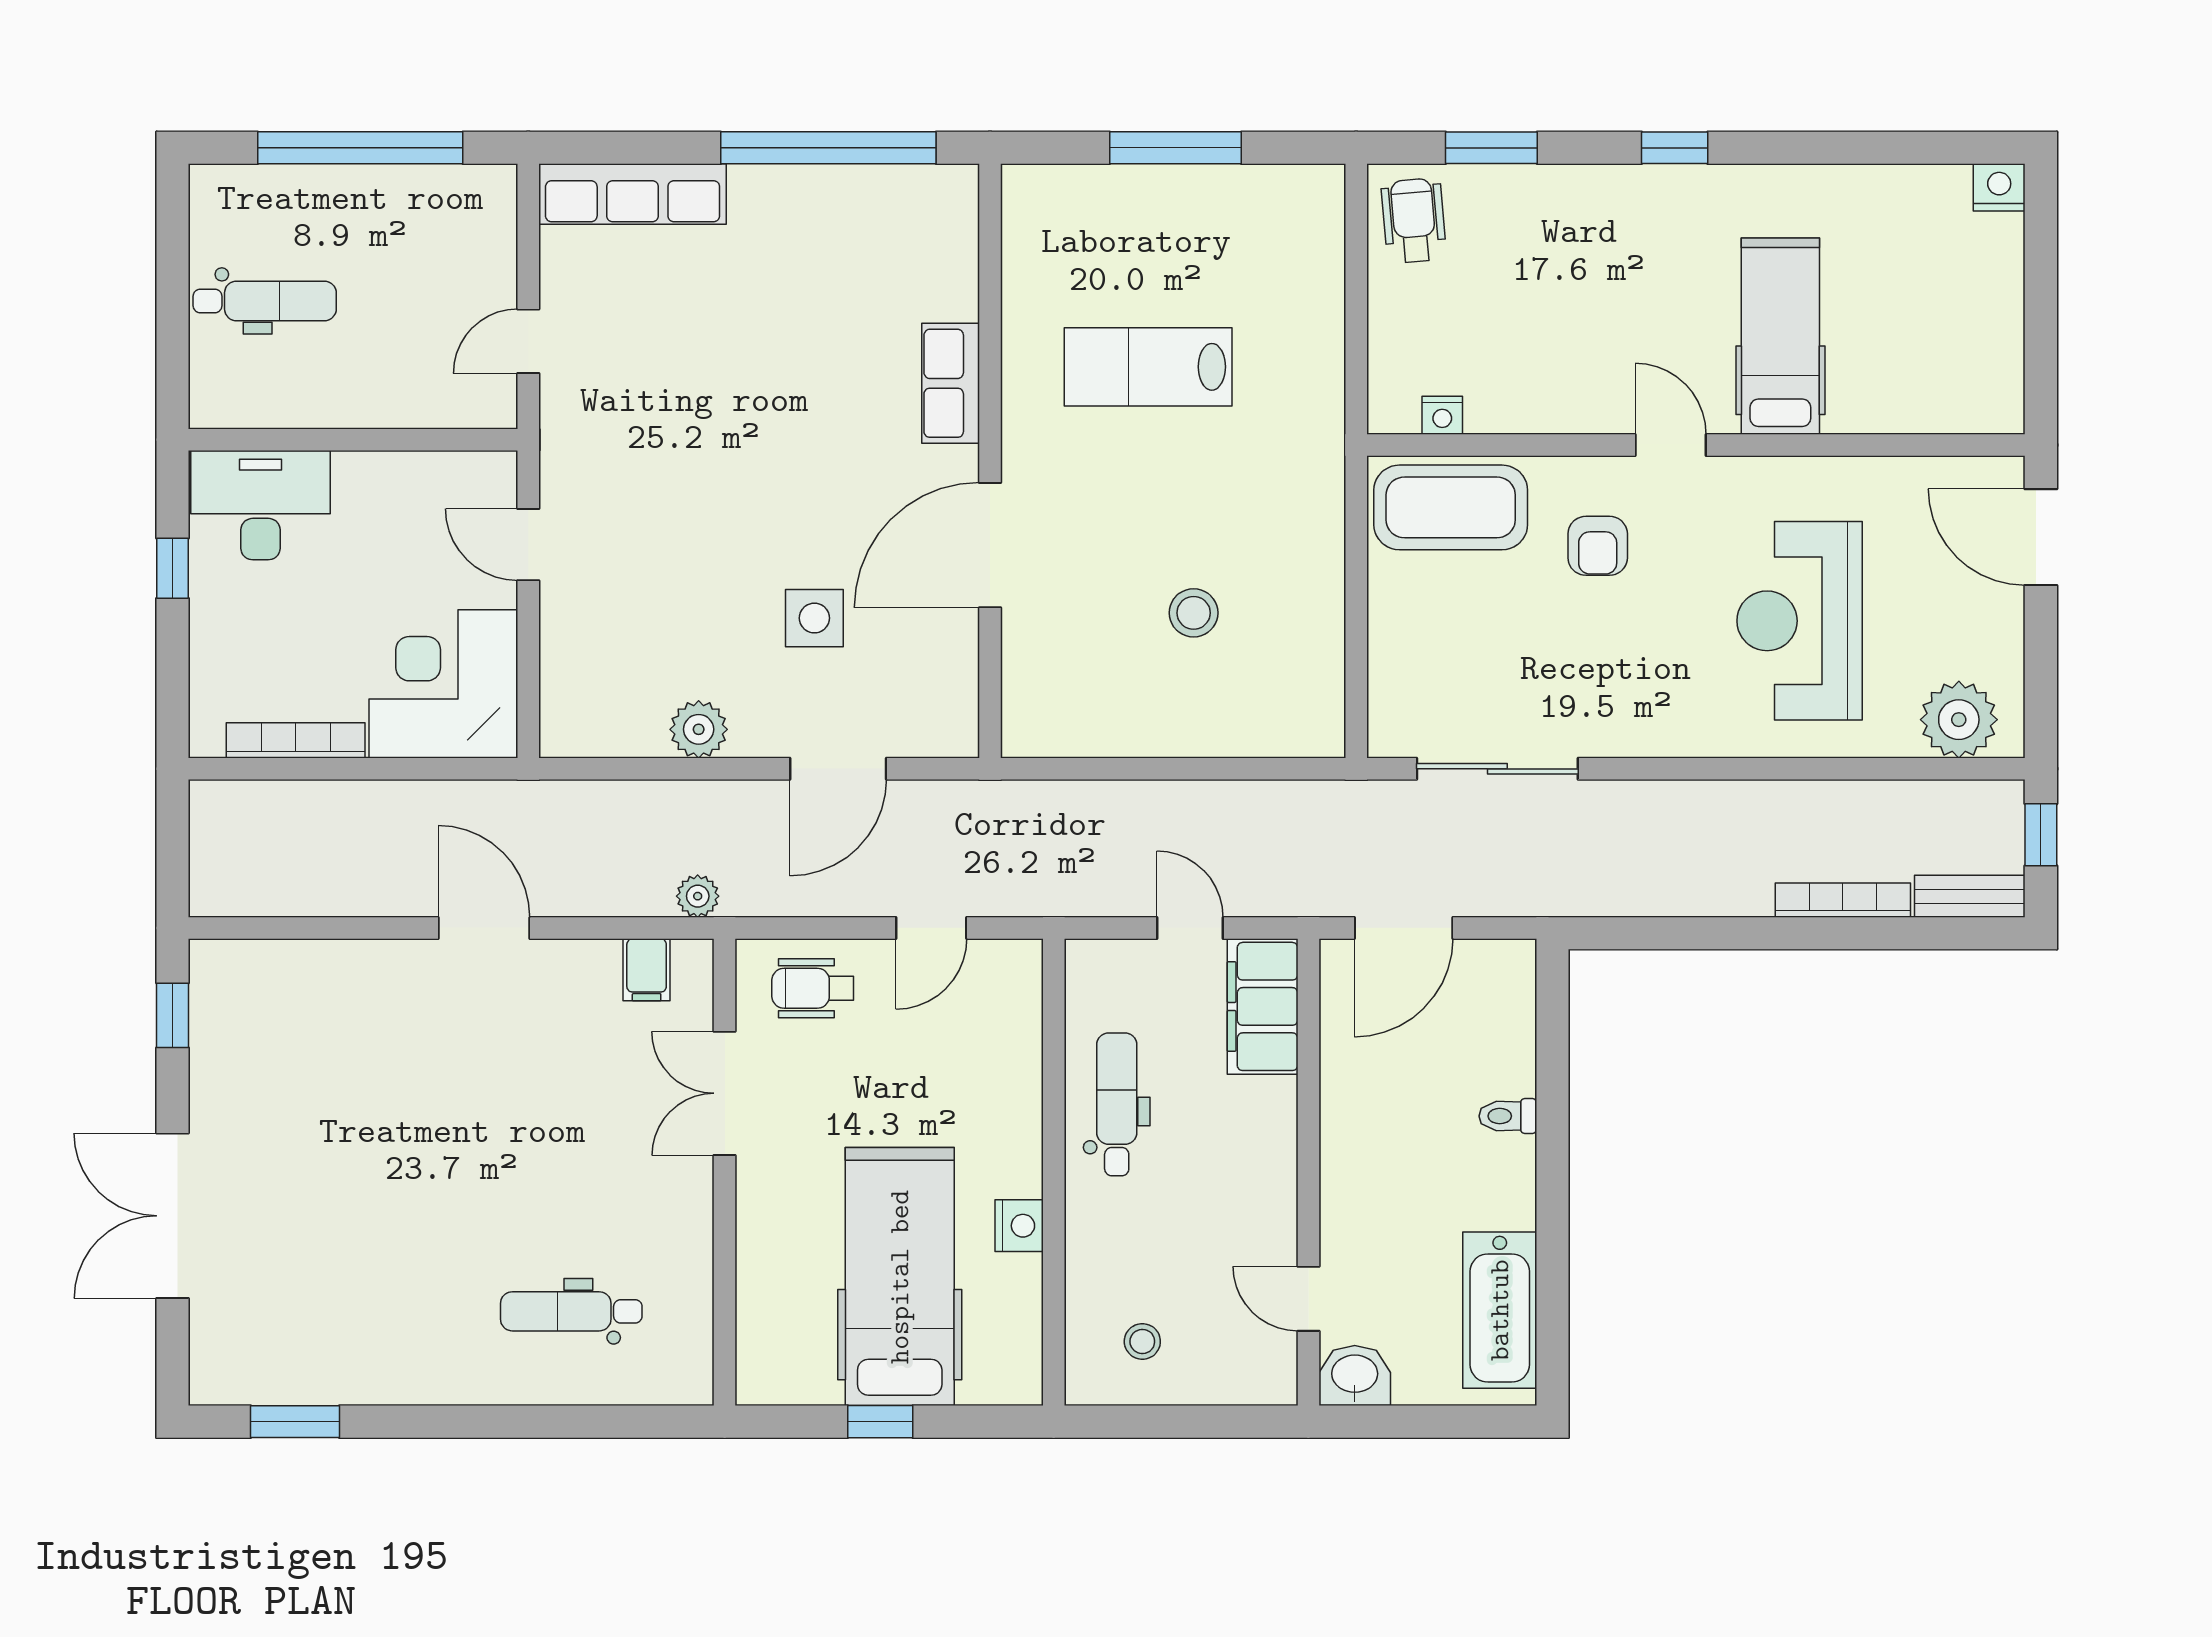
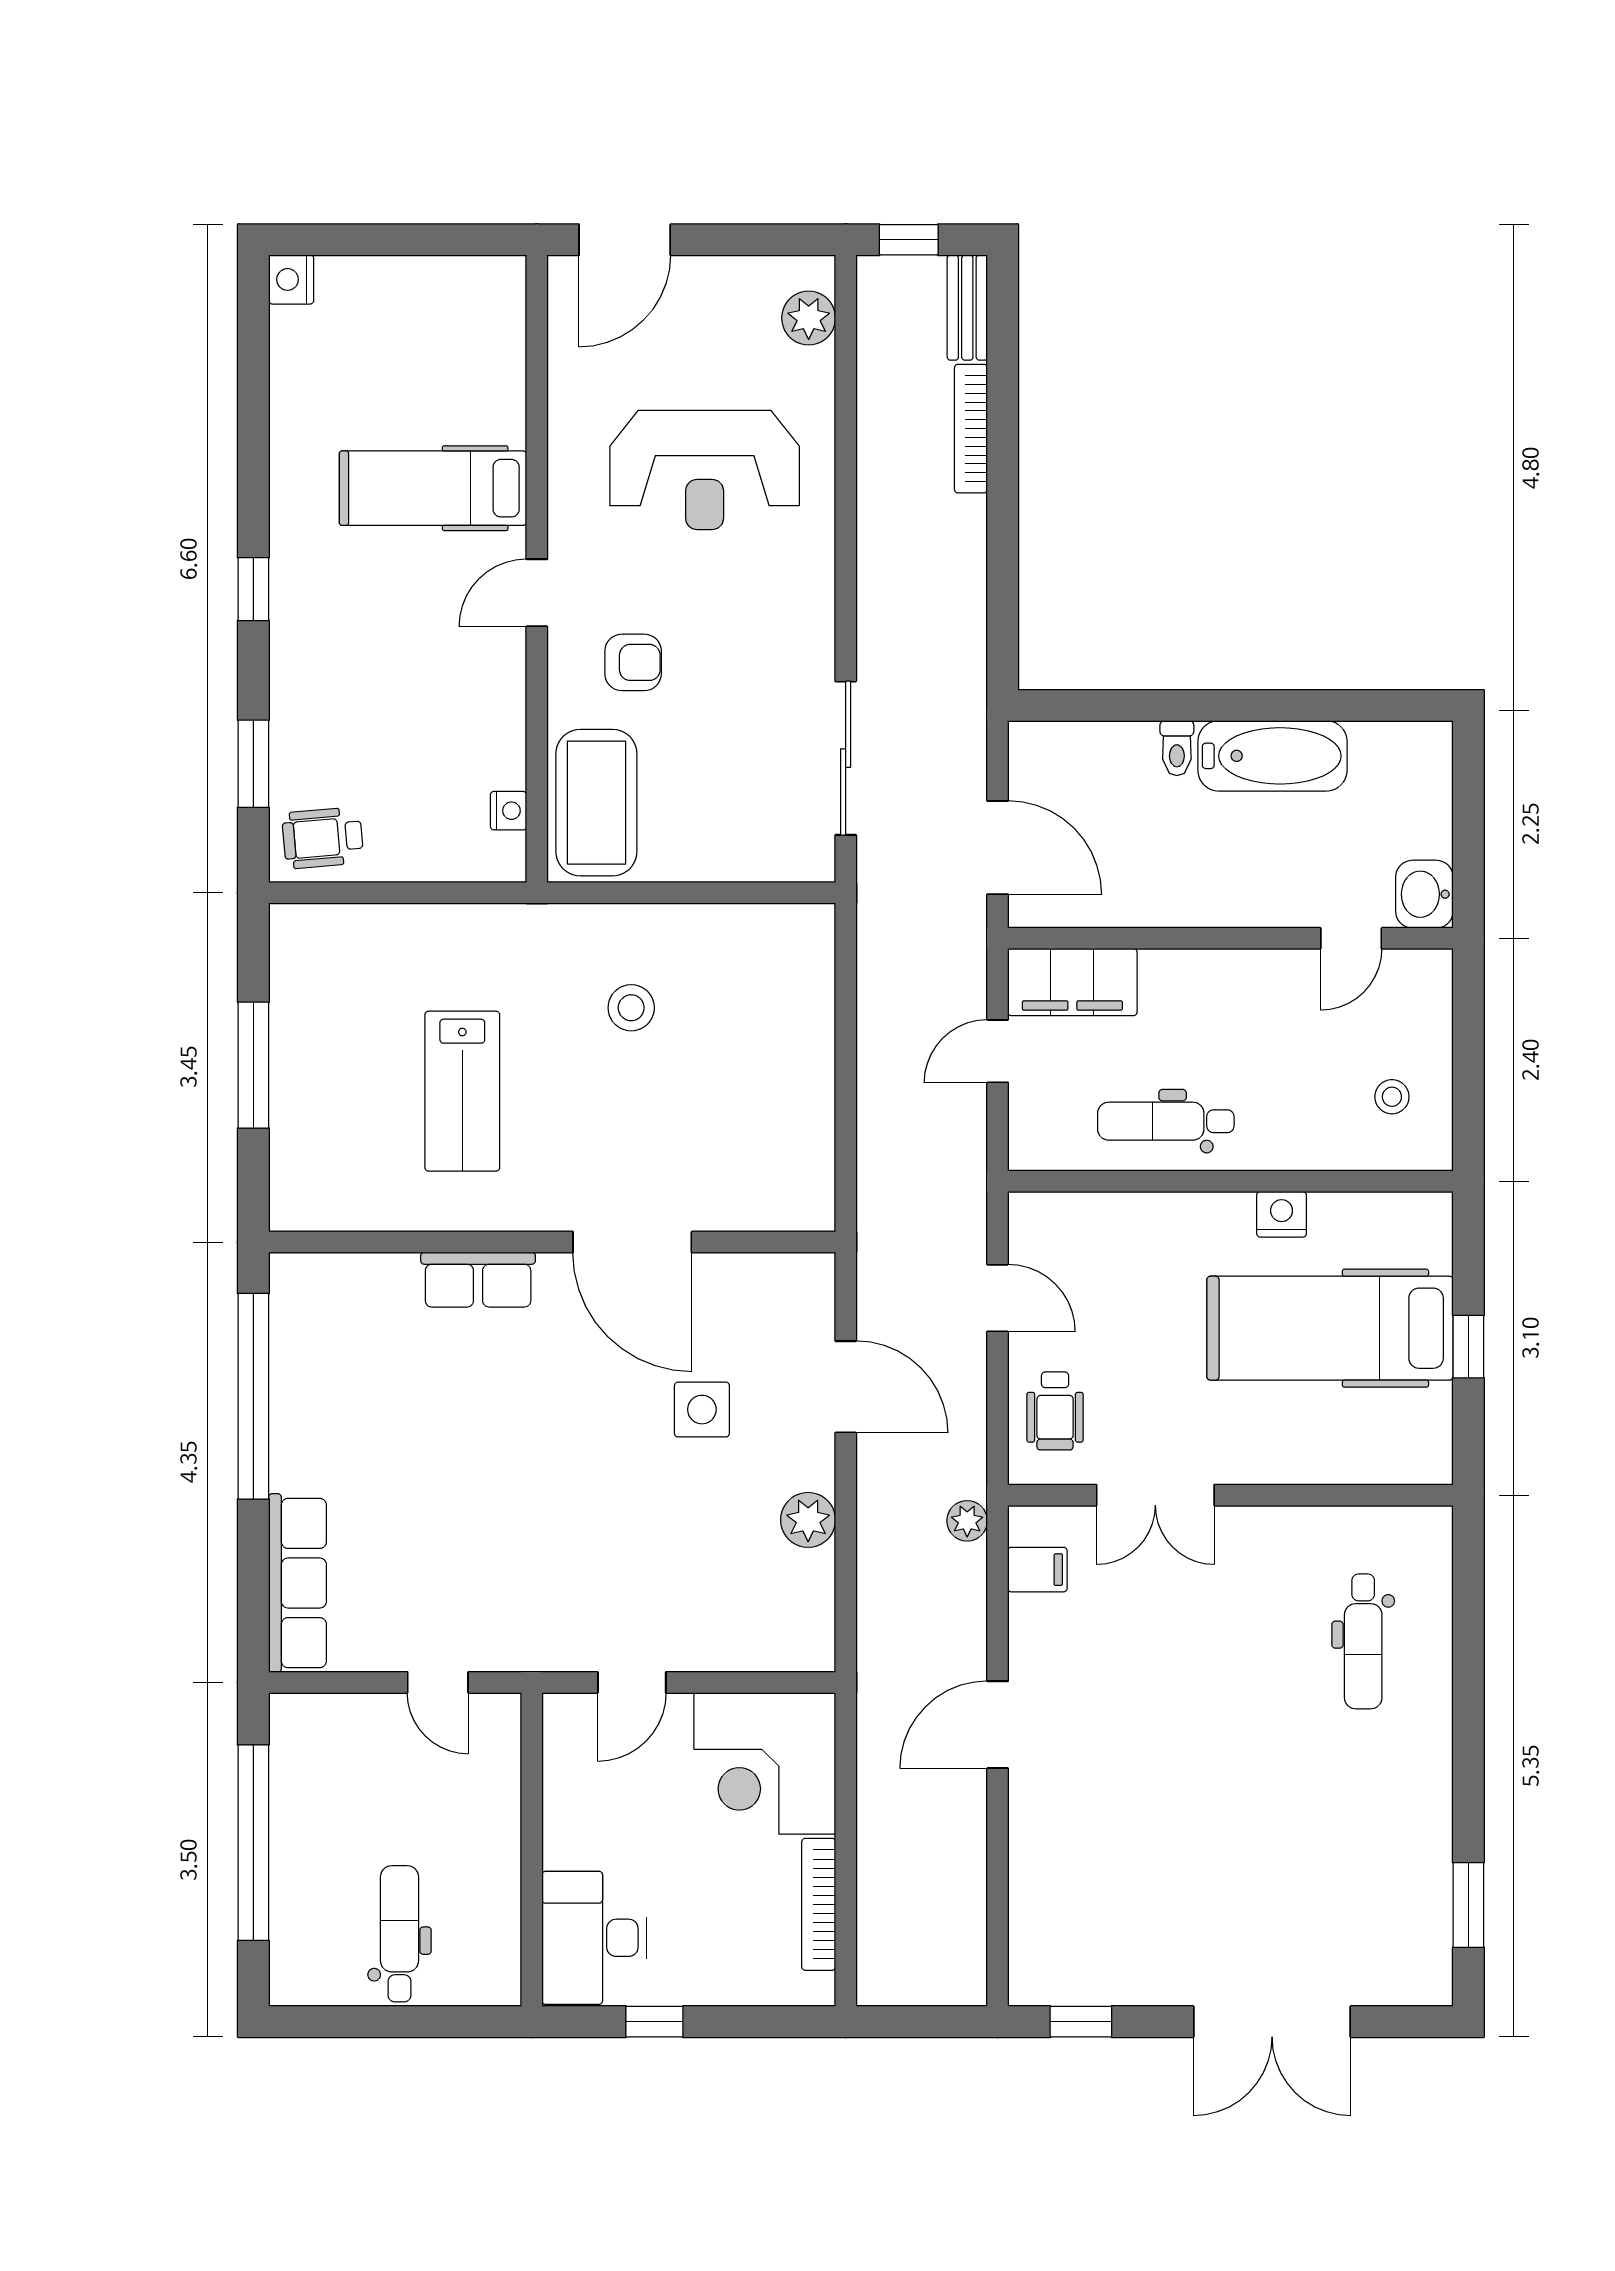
stool: (1194, 613) -> (631, 1008), moved
plant: (1959, 720) -> (809, 318), width x0.73, depth x0.73
bathtub: (1500, 1310) -> (1272, 756), moved

